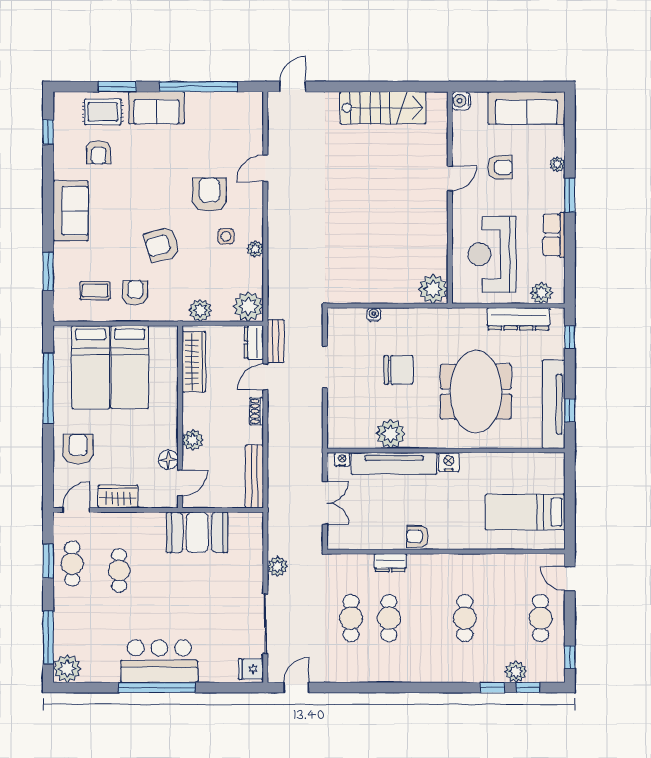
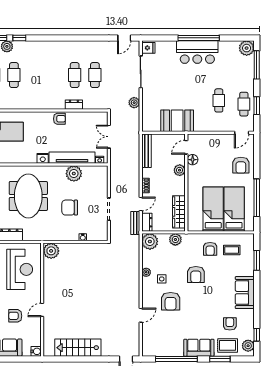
plant: (64, 111) -> (248, 346), added
armchair: (162, 245) -> (196, 275), turned 105
wardrobe: (118, 497) -> (219, 140), removed
cafe table: (465, 618) -> (14, 75), moved

